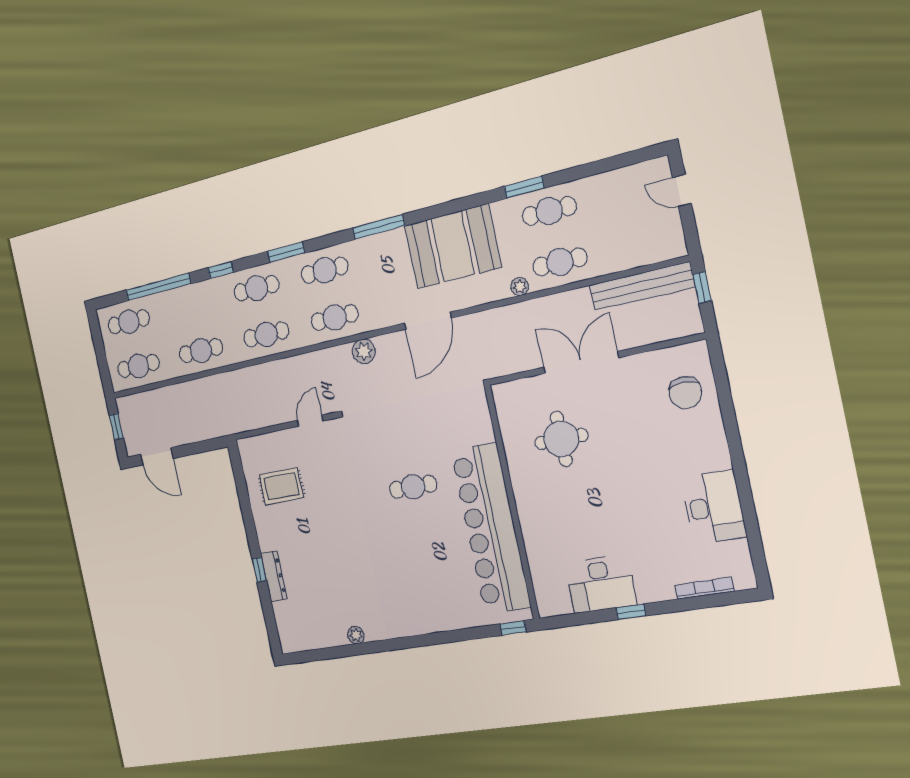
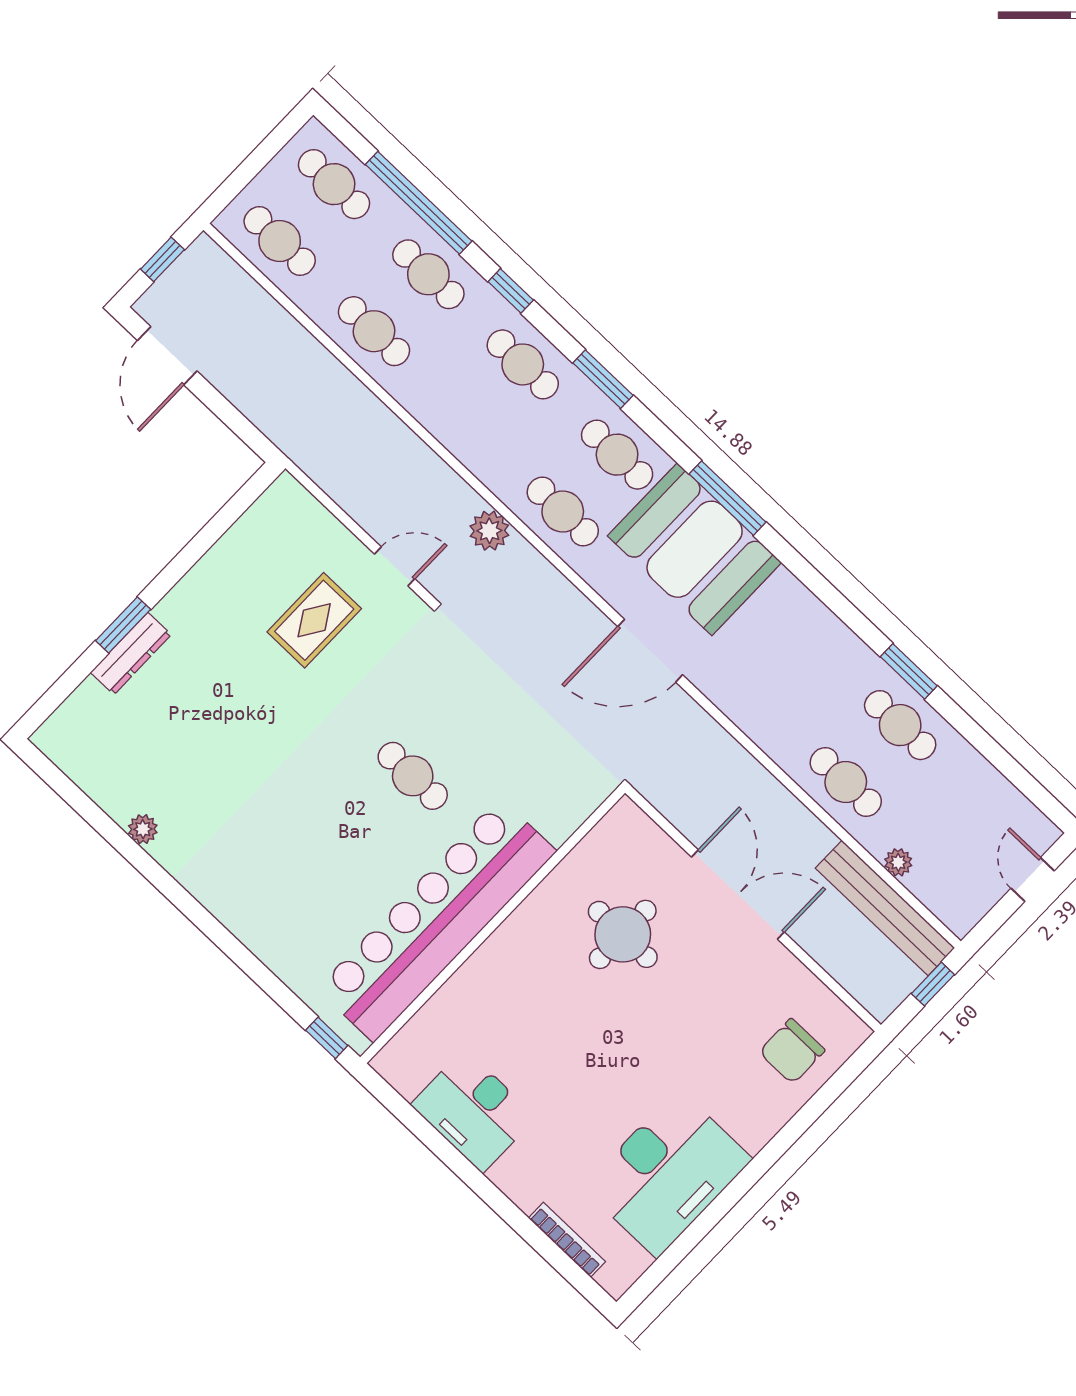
booth: (453, 246) -> (695, 549), moved
plant: (520, 287) -> (898, 862), moved
cafe table: (266, 334) -> (428, 274), moved
plant: (364, 351) -> (489, 531), moved
rug: (281, 486) -> (314, 620), moved, turned 90
desk: (714, 507) -> (667, 1173), width x1.36, depth x1.30
window: (259, 570) -> (123, 625), width x1.50
window: (631, 612) -> (467, 1172), removed

